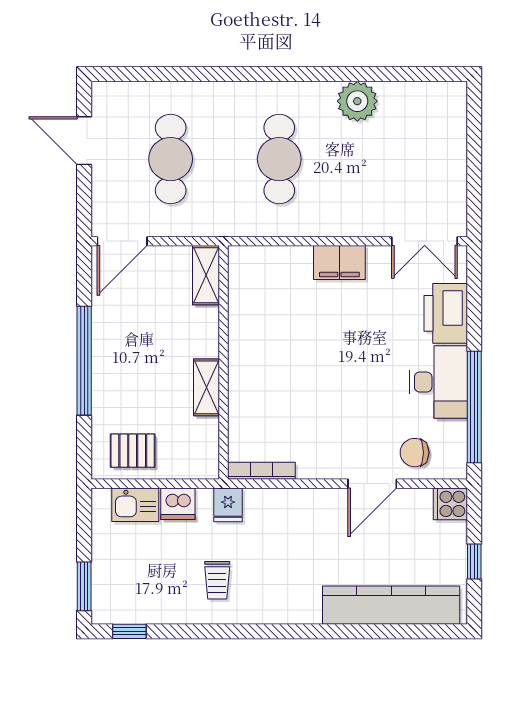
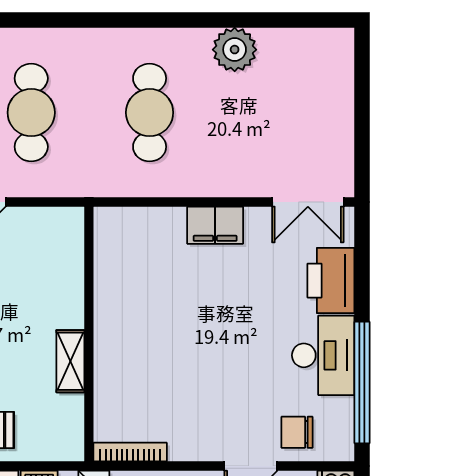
shelving: (206, 275) -> (70, 239), removed

